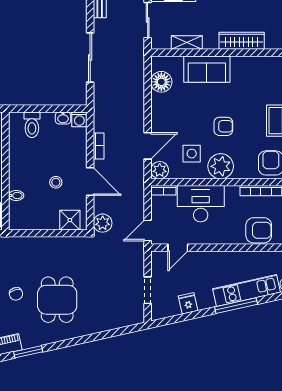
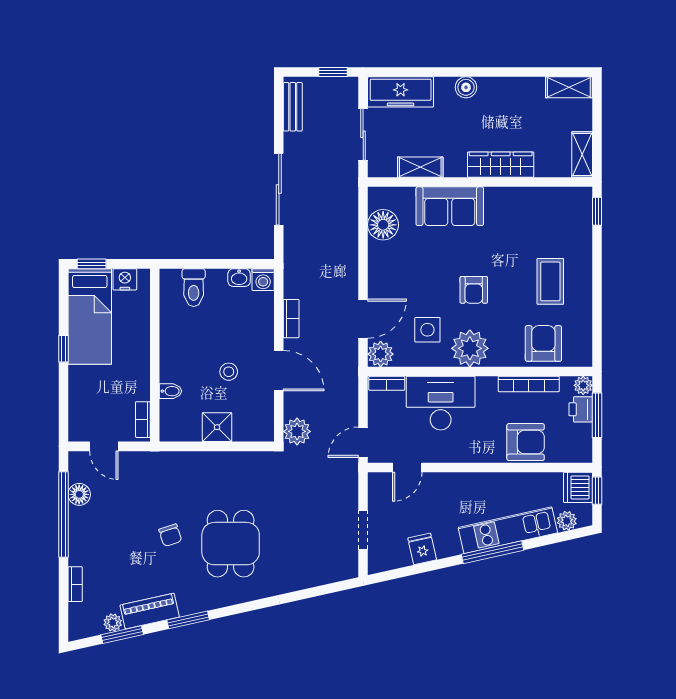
armchair: (223, 126) -> (474, 290), turned 90
shower: (70, 220) -> (217, 427), moved

